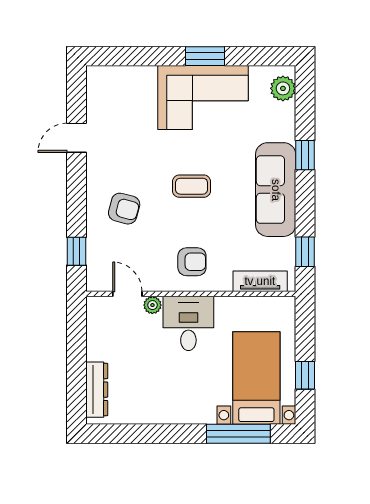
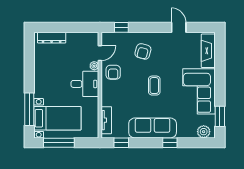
window: (205, 56) -> (220, 116), moved
fireplace: (123, 79) -> (208, 51), added
armchair: (192, 262) -> (113, 72), moved
window: (305, 375) -> (59, 143), width x2.17

